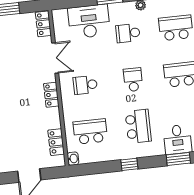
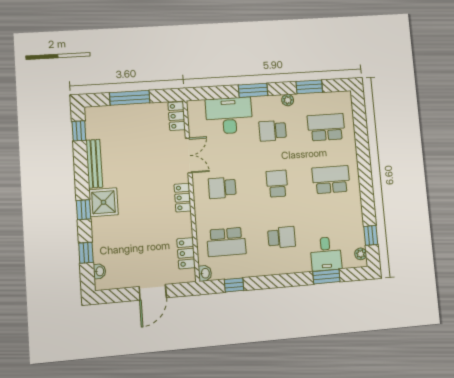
school desk: (138, 126) -> (282, 237), width x0.54
school desk: (90, 131) -> (226, 242), turned 180
window: (129, 164) -> (234, 285), moved

